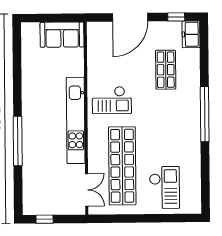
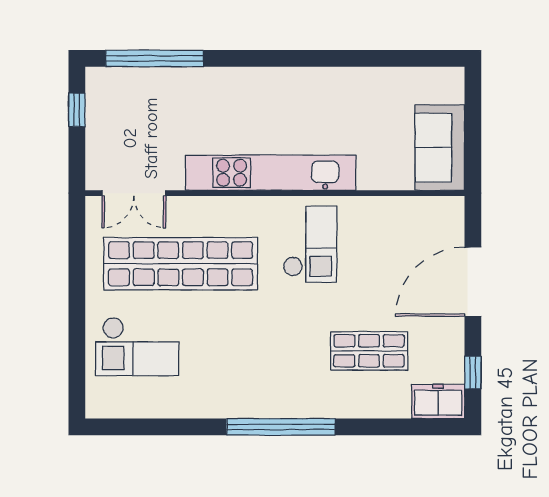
door: (130, 17) -> (473, 282), hinge flipped
checkout: (112, 100) -> (310, 244), turned 180
window: (18, 141) -> (155, 58), moved

